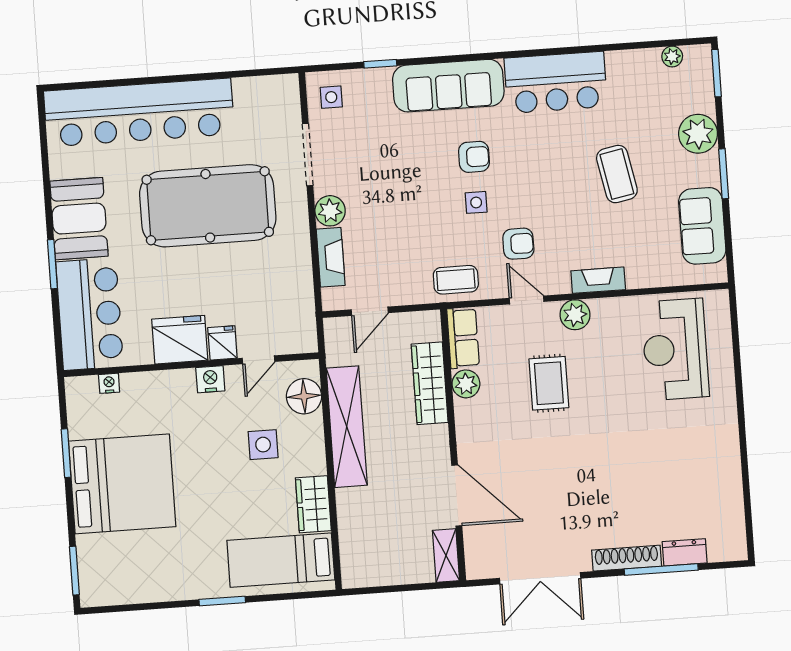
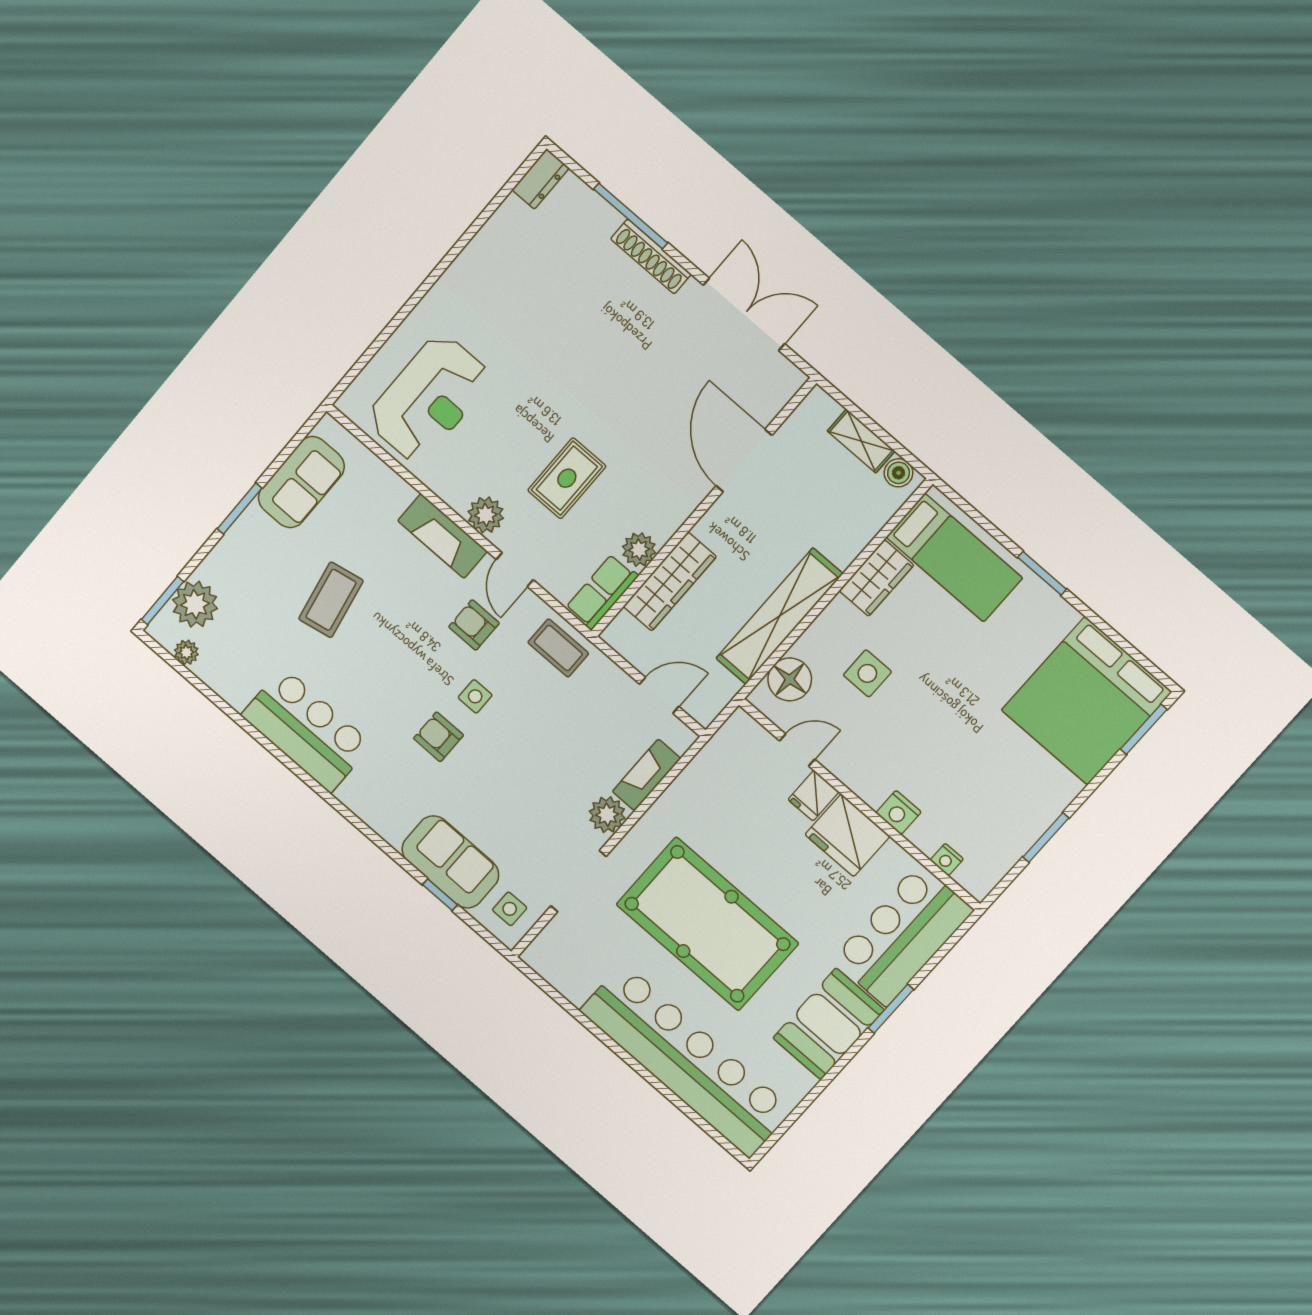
sofa: (448, 86) -> (450, 862), moved, width x0.73
plant: (698, 134) -> (195, 604), moved
fireplace: (598, 280) -> (443, 536), width x1.37, depth x1.32
nightstand: (210, 379) -> (898, 812), moved
bed: (122, 484) -> (1086, 701), moved, turned -90
dresser: (685, 552) -> (541, 179), moved, turned -90
shelving: (446, 556) -> (861, 441), moved, turned 90
boiler: (361, 576) -> (899, 473), added

